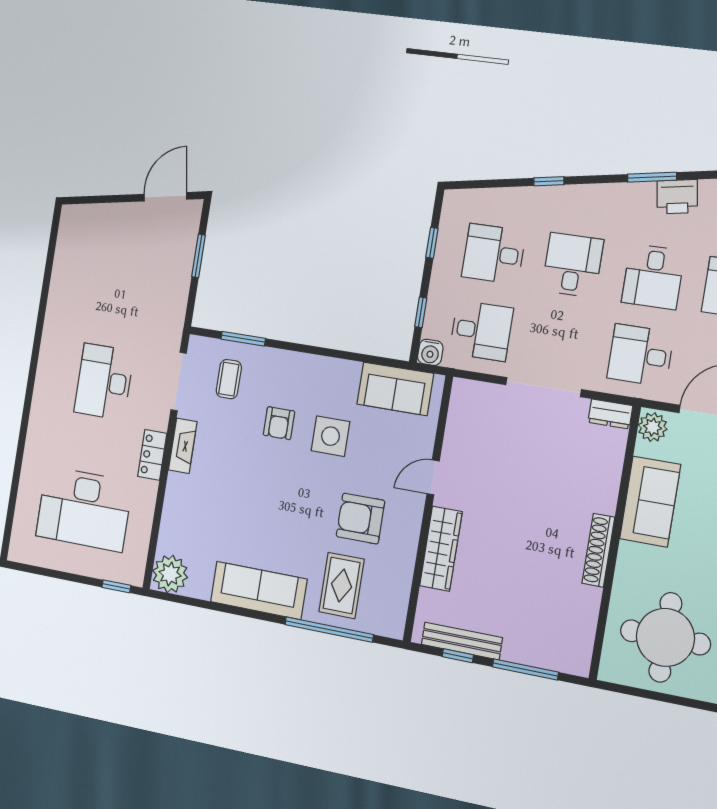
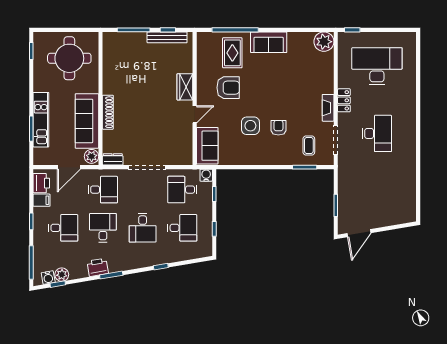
sofa: (395, 389) -> (207, 146), moved, turned 90
sofa: (650, 502) -> (87, 121), width x1.36
wardrobe: (441, 549) -> (185, 87), width x0.67
shoe rack: (598, 550) -> (108, 112), moved
sofa: (259, 590) -> (269, 42), width x0.73

